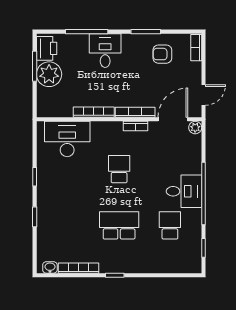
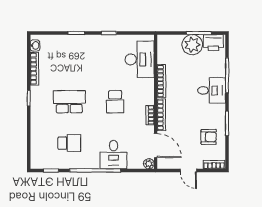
armchair: (162, 54) -> (209, 137), turned 90
door: (204, 95) -> (188, 170), moved
school desk: (119, 169) -> (115, 102), turned 90
desk: (184, 191) -> (114, 155), moved
school desk: (119, 225) -> (69, 102), turned -90

